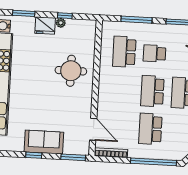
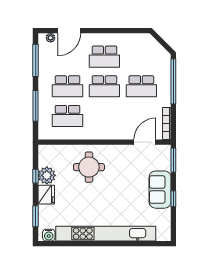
plant: (61, 23) -> (47, 175), width x1.88, depth x1.88
school desk: (155, 53) -> (67, 86), width x1.85

